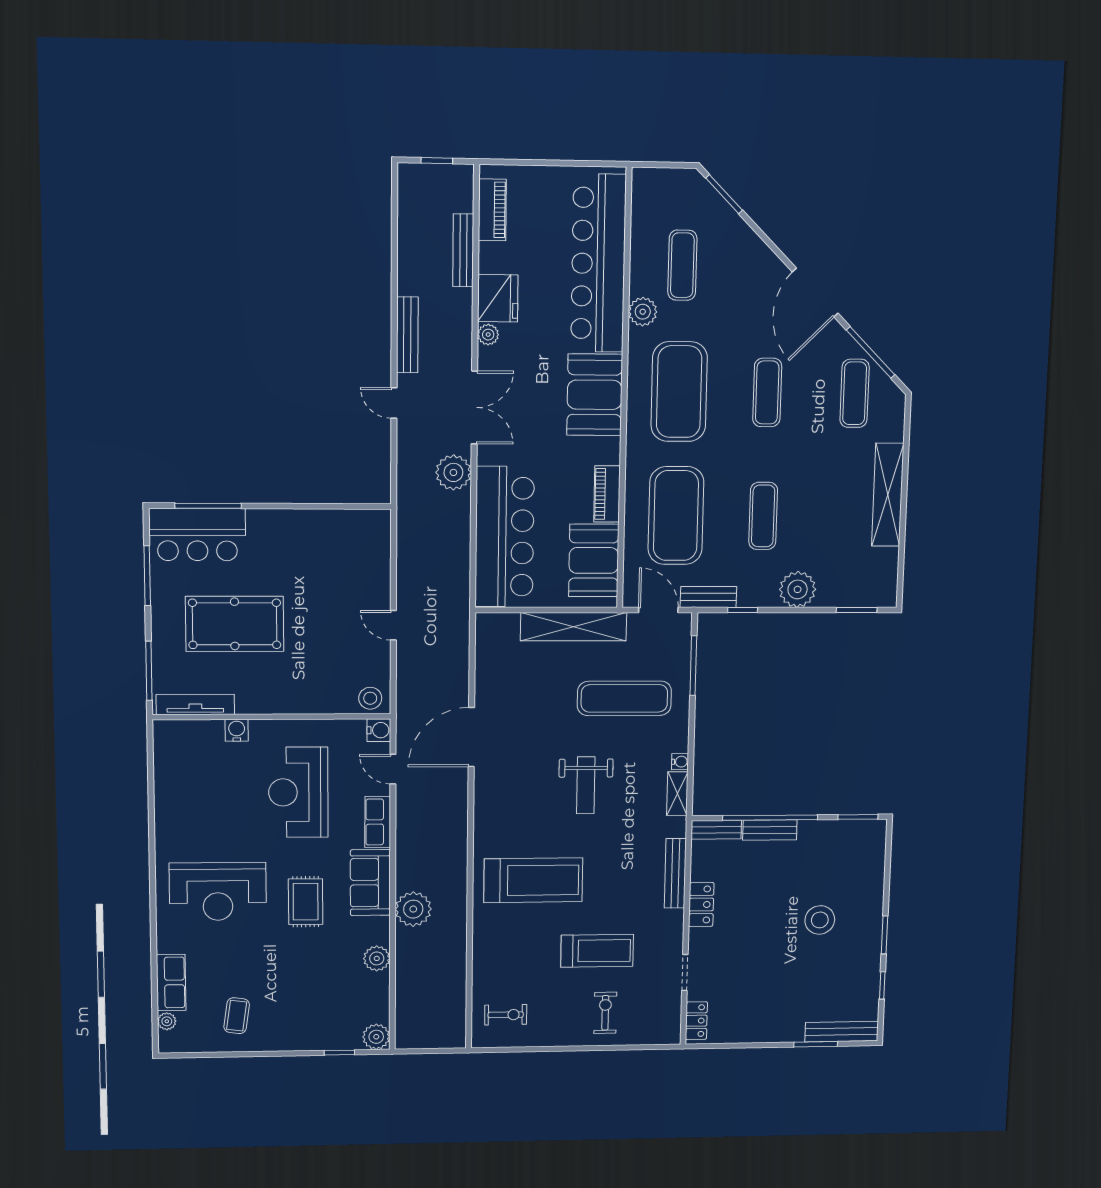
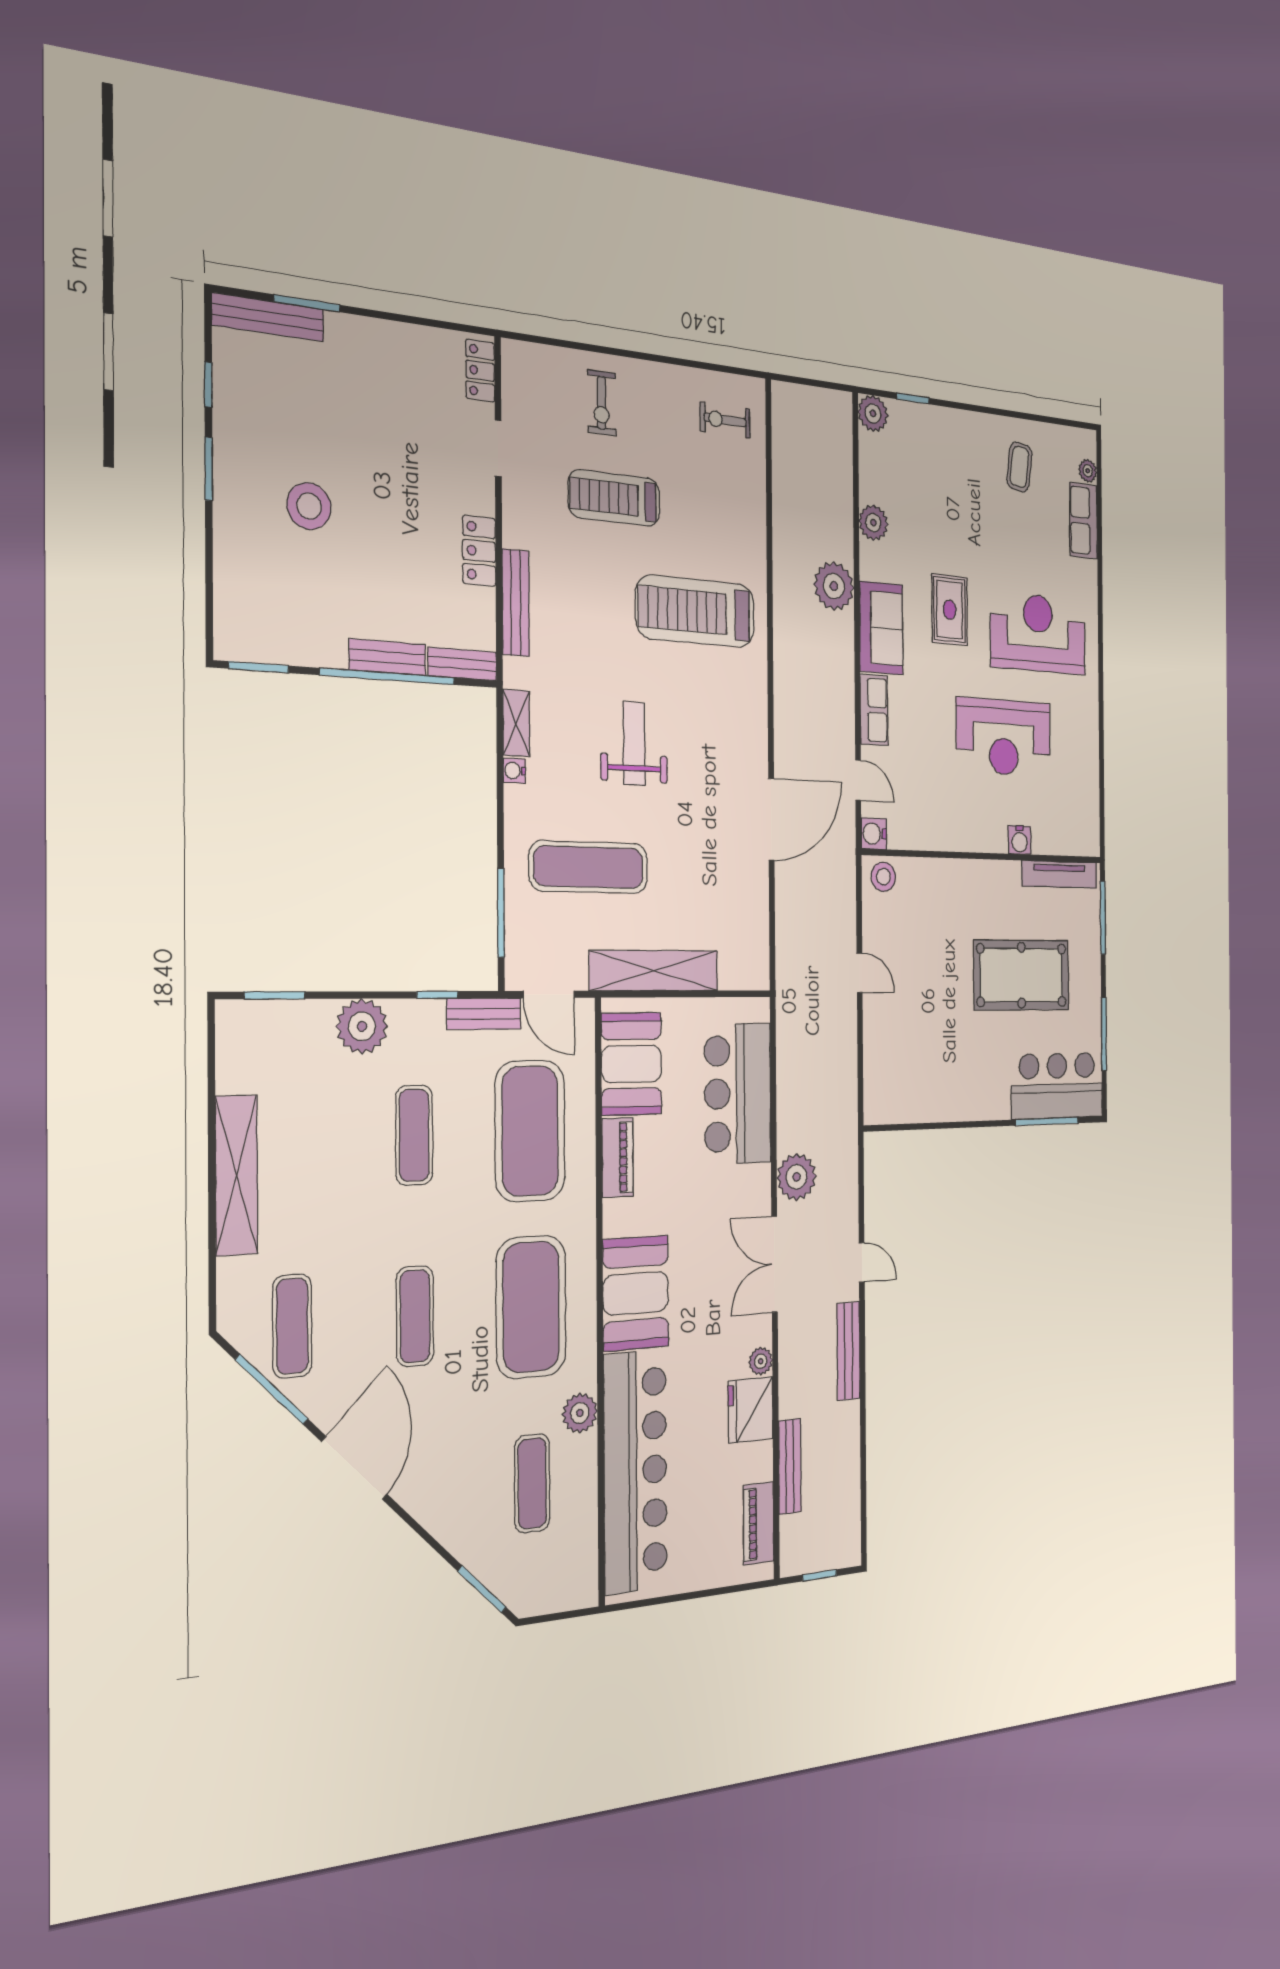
bar counter: (505, 537) -> (738, 1093), width x0.73
reception desk: (298, 792) -> (1004, 737), moved, turned 90

